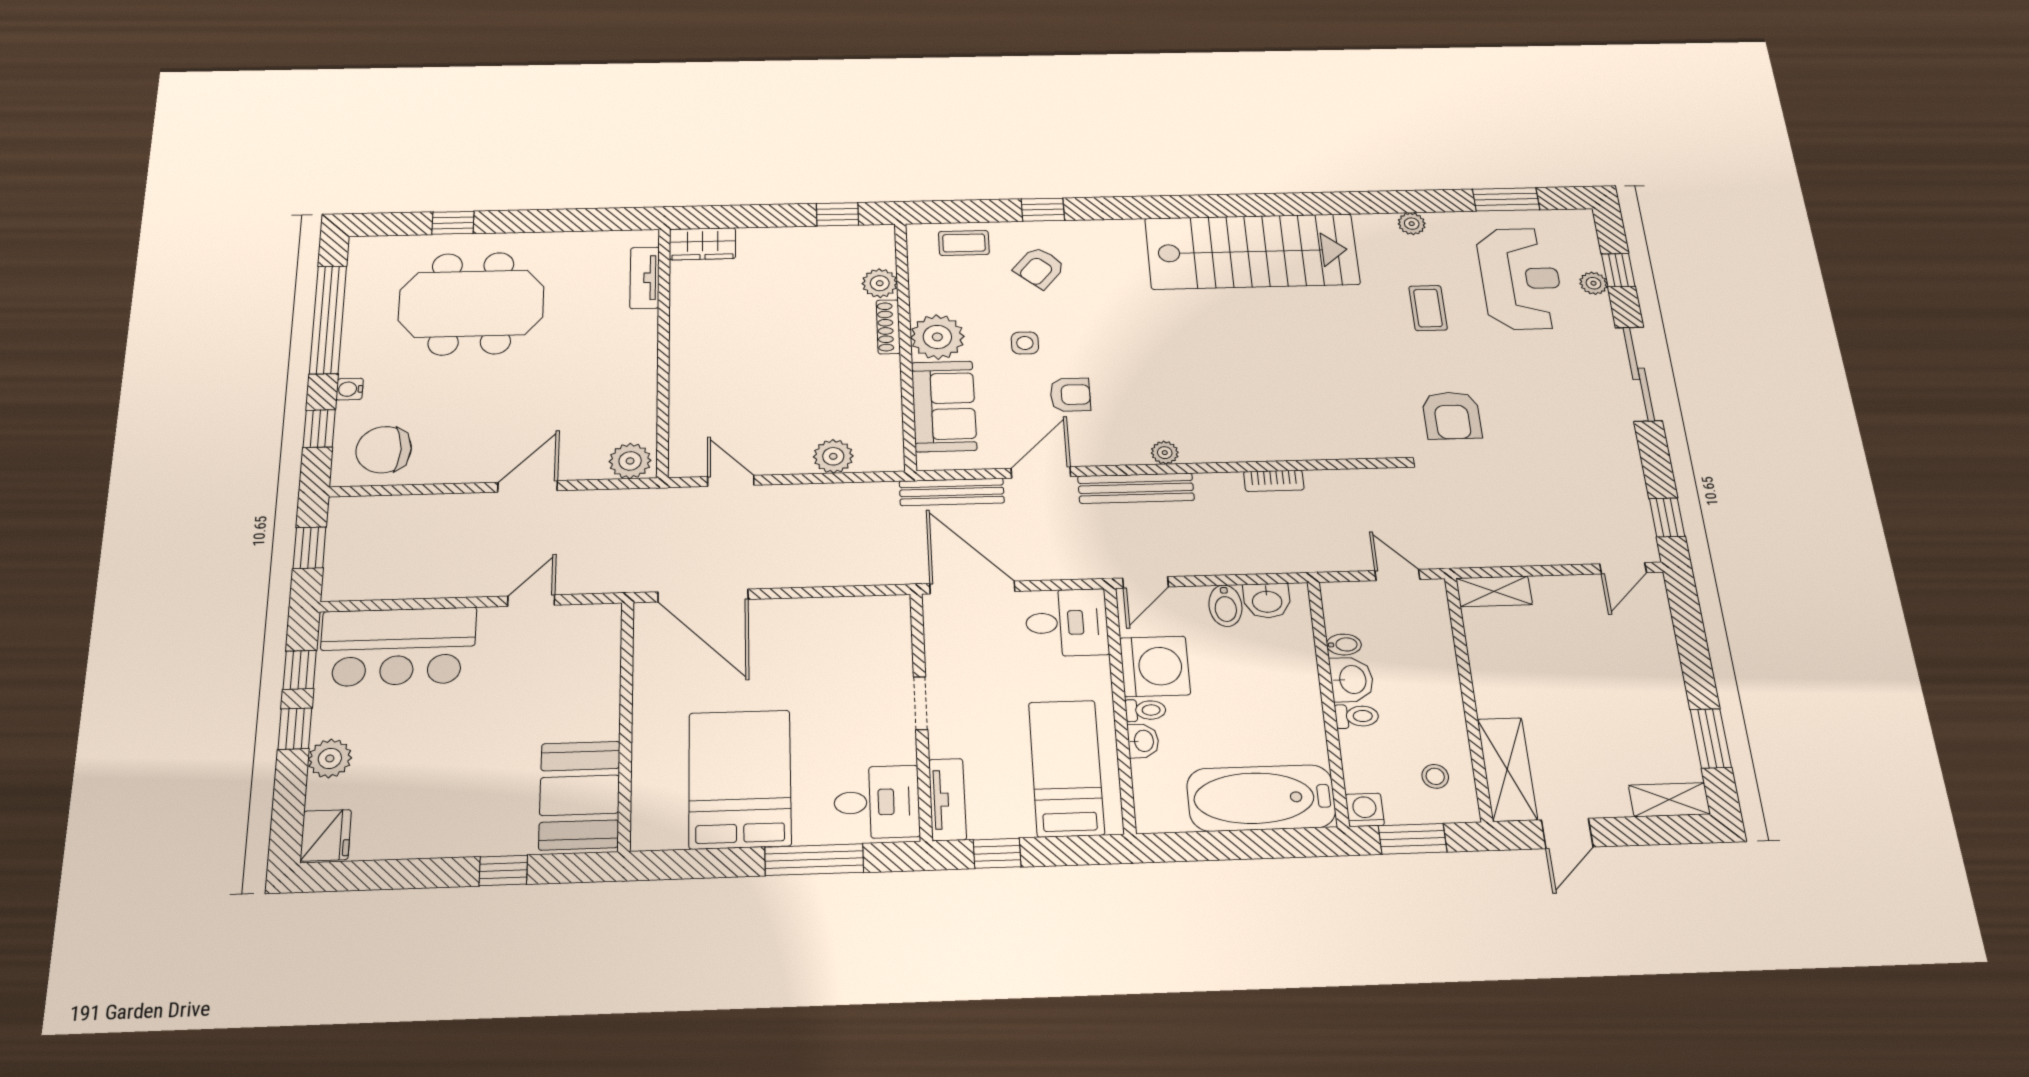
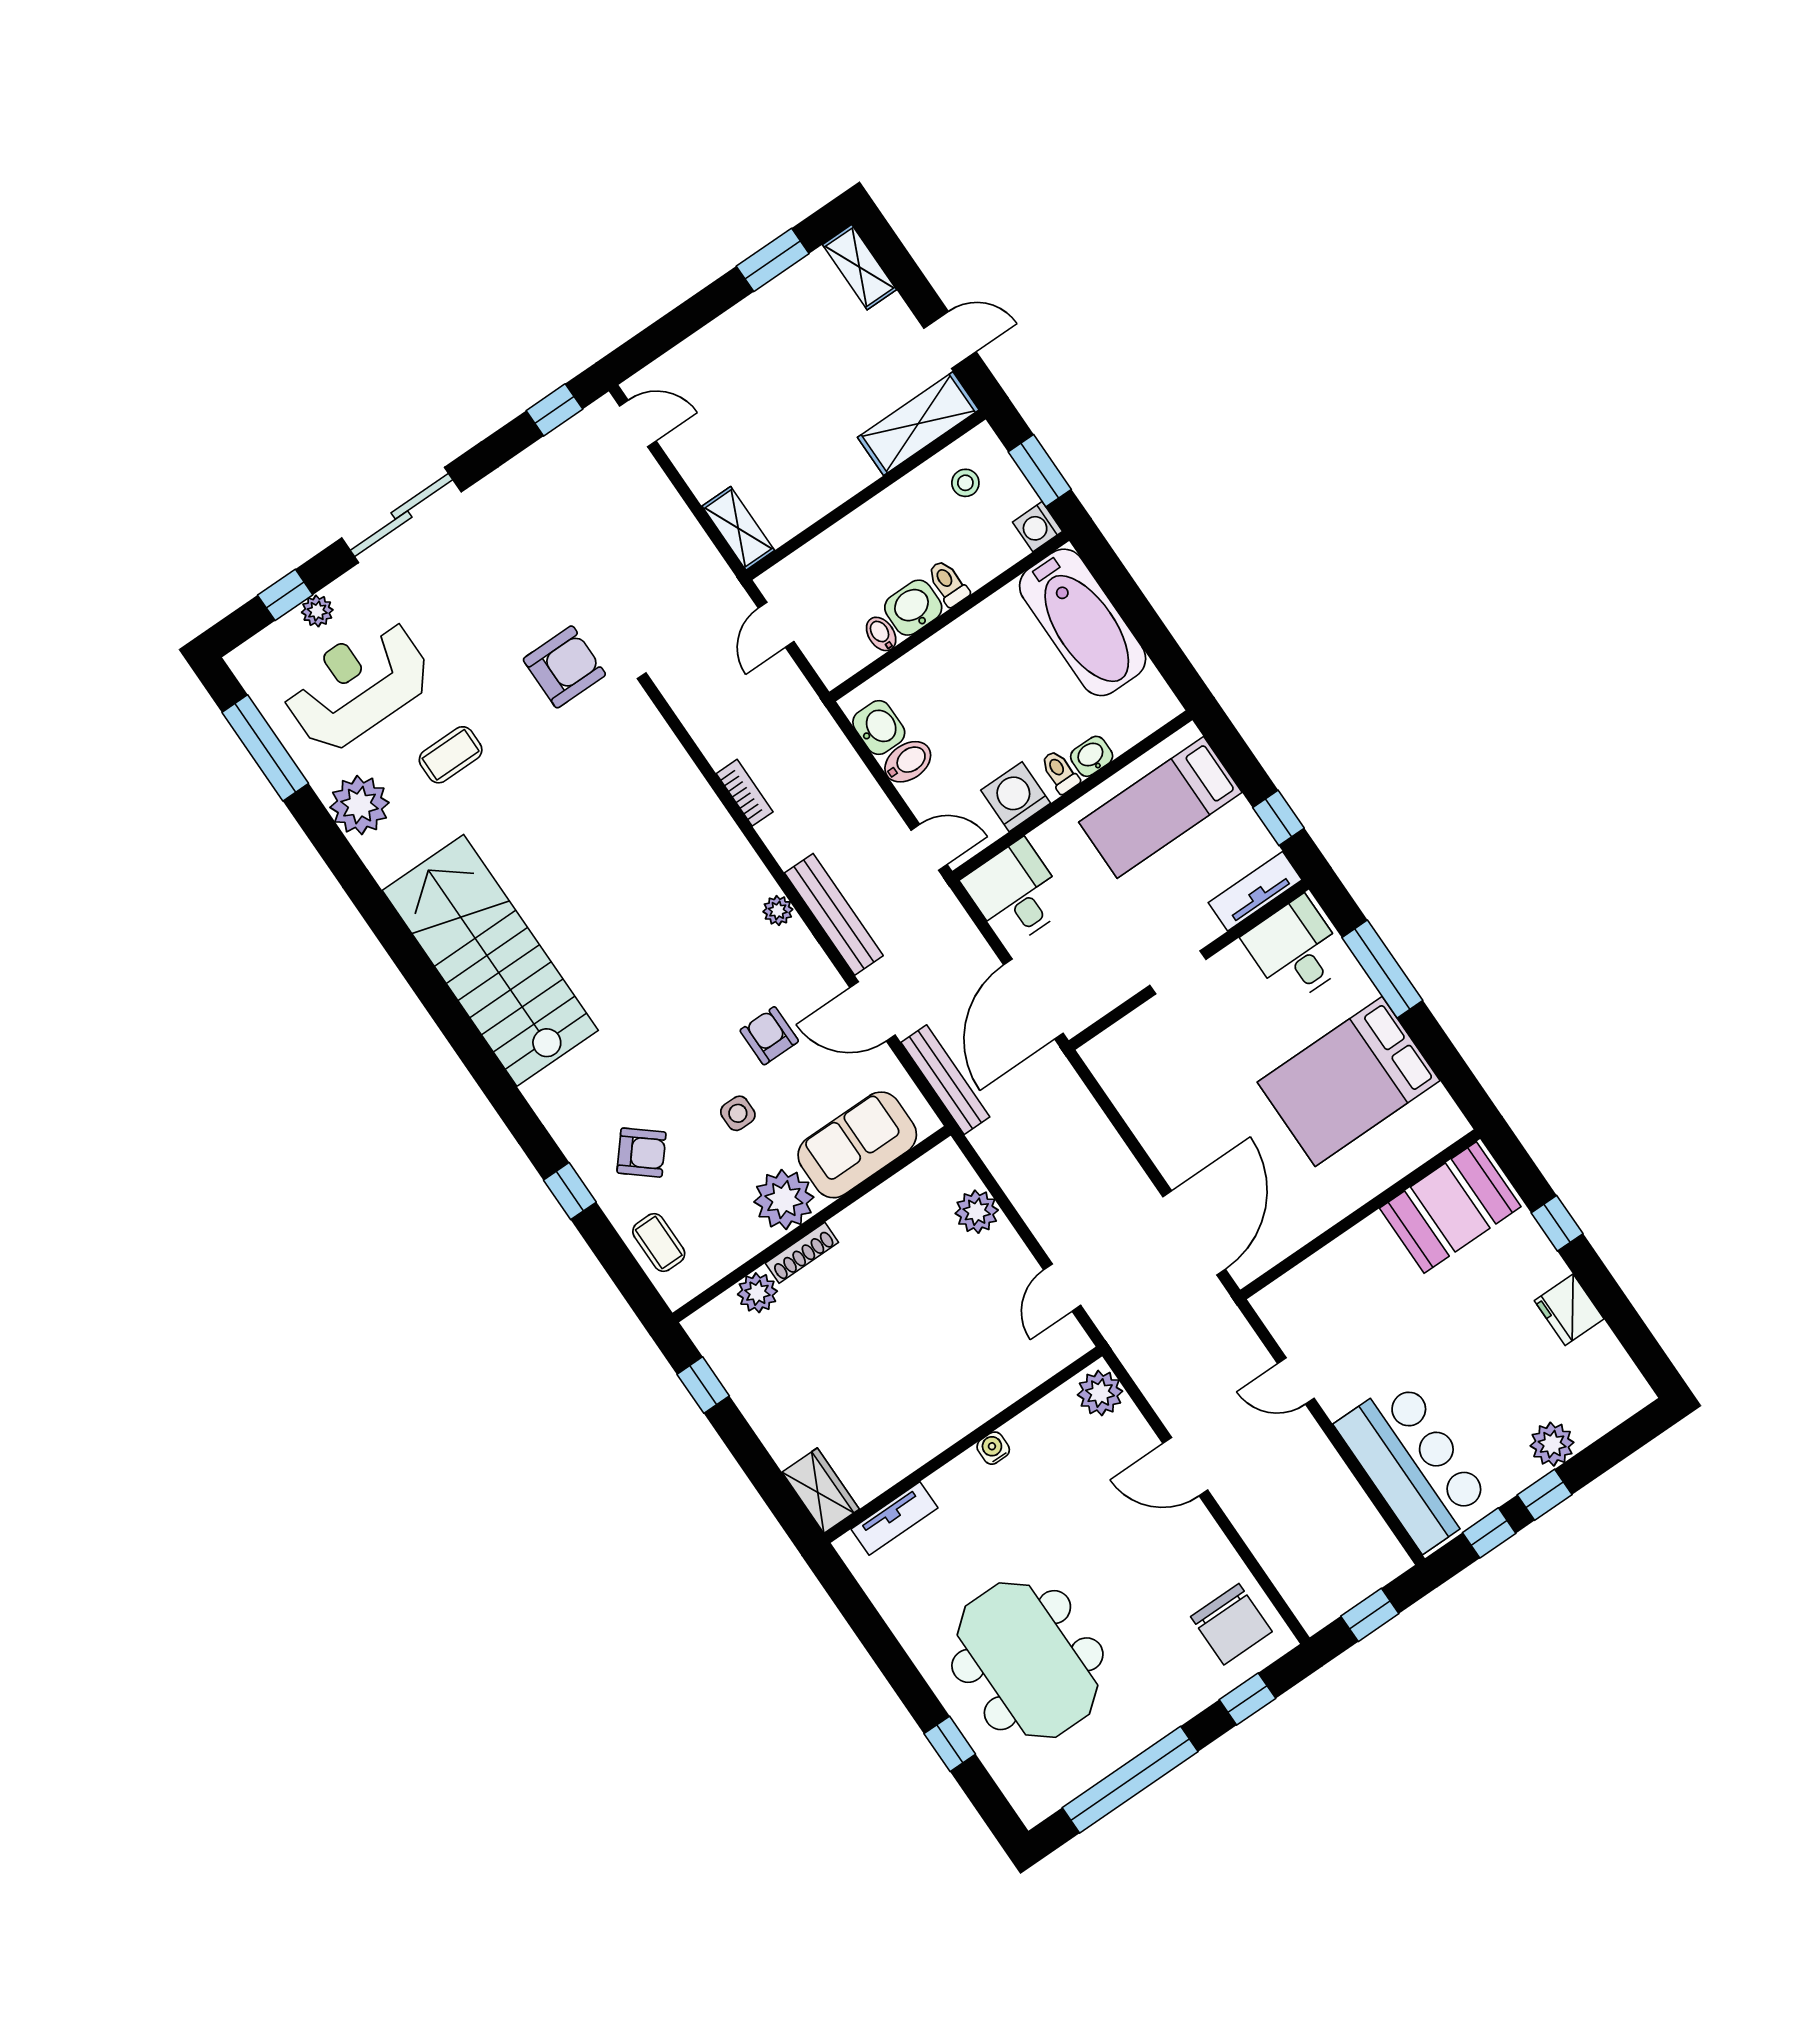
window: (1506, 199) -> (265, 748), width x1.44
plant: (1412, 224) -> (359, 805), width x1.88, depth x1.88
water cooler: (350, 389) -> (993, 1448), moved, turned 180
washing machine: (1155, 666) -> (1016, 797), width x0.73, depth x0.73
fridge: (326, 835) -> (1569, 1310), moved, turned -90

